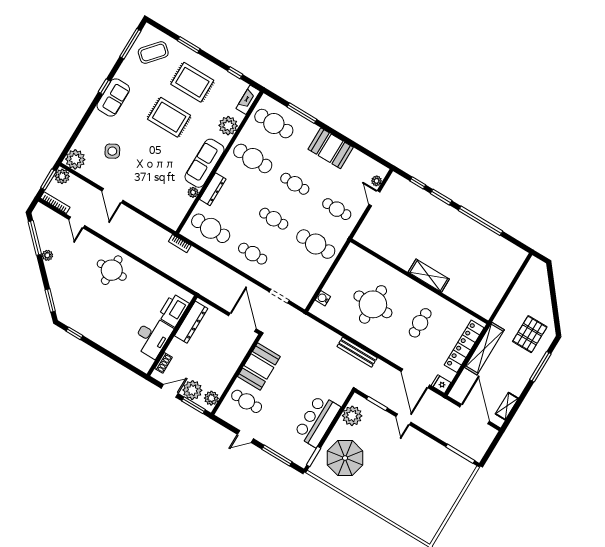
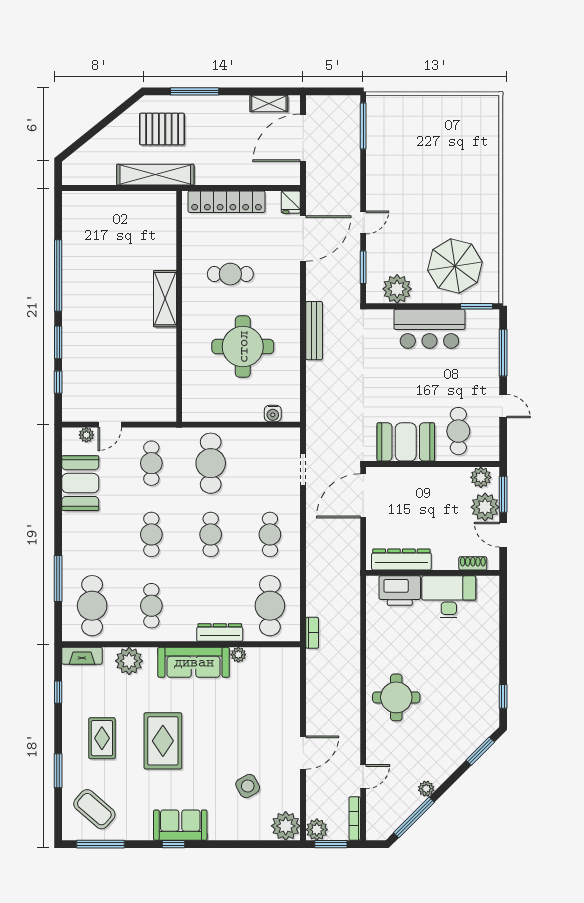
rug: (192, 82) -> (102, 738), width x0.73, depth x0.70
booth: (331, 148) -> (80, 483), moved
cafe table: (253, 158) -> (151, 606), width x0.73, depth x0.74
shelving: (484, 349) -> (155, 175), moved

